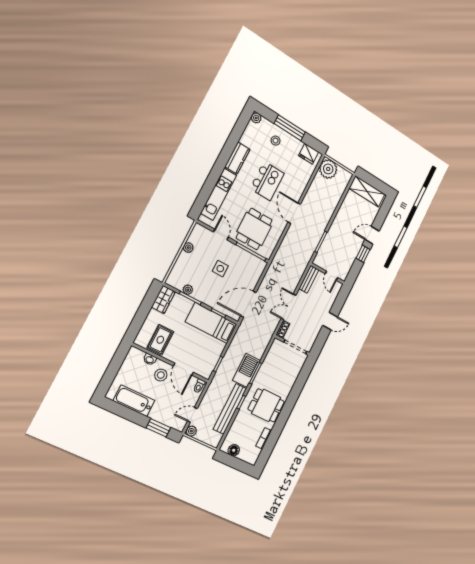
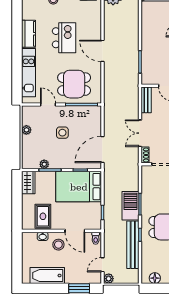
dining table: (254, 229) -> (74, 84), turned 90
bed: (211, 323) -> (79, 187), width x1.50

